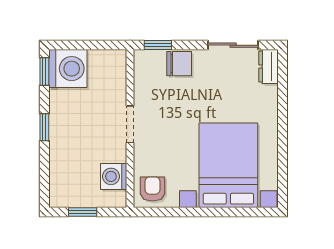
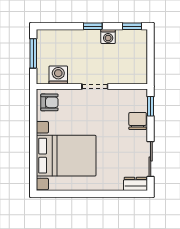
chair: (179, 64) -> (138, 121), turned 180
washing machine: (68, 69) -> (108, 37), moved, width x0.53, depth x0.53
window: (83, 212) -> (33, 53), width x1.50

